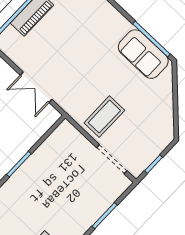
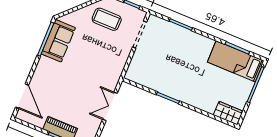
double door: (36, 87) -> (110, 106), swing flipped
coffee table: (104, 117) -> (107, 19), moved

